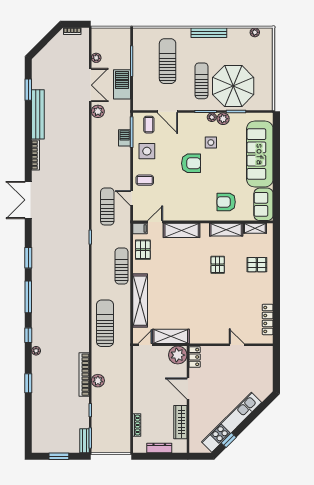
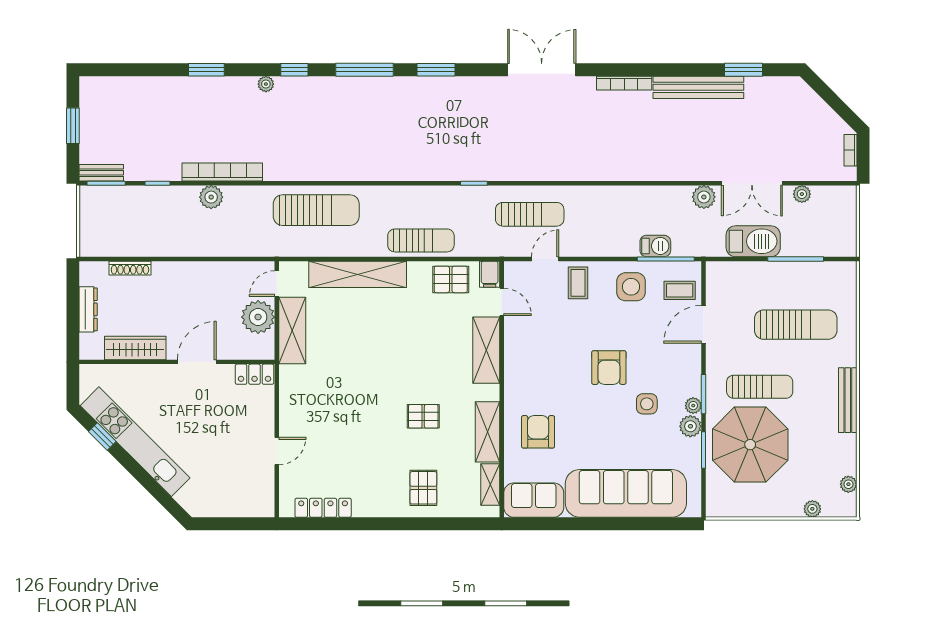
plant: (268, 52) -> (812, 509), added
door: (145, 345) -> (277, 284), swing flipped
plant: (178, 355) -> (258, 317), moved

